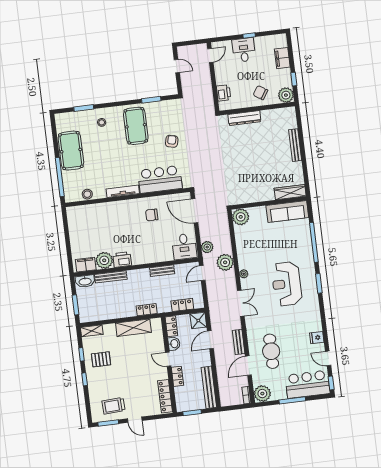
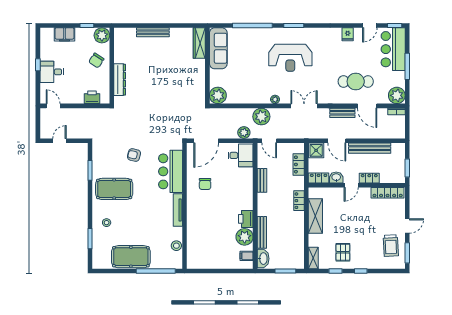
filing cabinet: (86, 265) -> (247, 256), width x0.50
bench: (209, 387) -> (370, 148), moved

